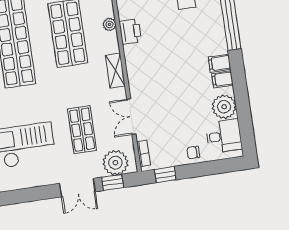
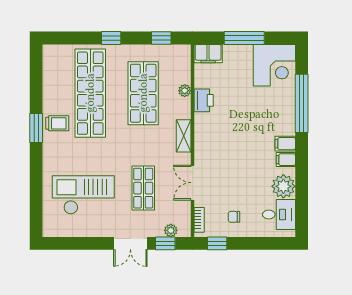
chair: (193, 152) -> (234, 217), moved
plant: (115, 163) -> (171, 230), width x0.53, depth x0.53

